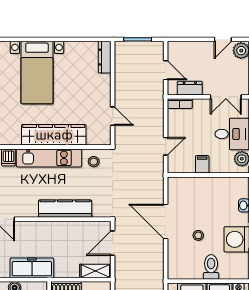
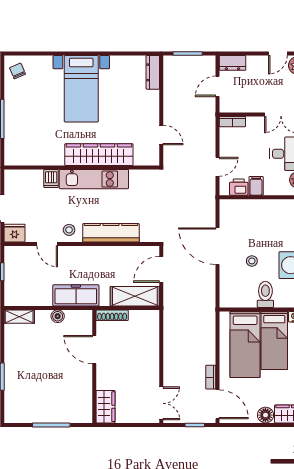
door: (166, 70) -> (217, 86), swing flipped
dresser: (190, 88) -> (232, 63), moved, turned 180
stool: (94, 162) -> (69, 230), moved
printer: (186, 165) -> (239, 187), added
shelving: (95, 271) -> (135, 296), width x1.50, depth x1.33

